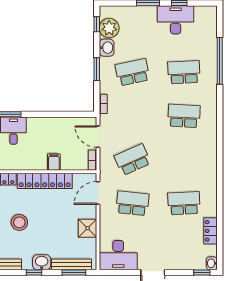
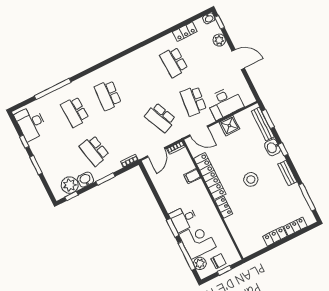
desk: (176, 20) -> (31, 123), moved
desk: (118, 255) -> (225, 103), moved, turned 90
plant: (183, 263) -> (219, 40), added

